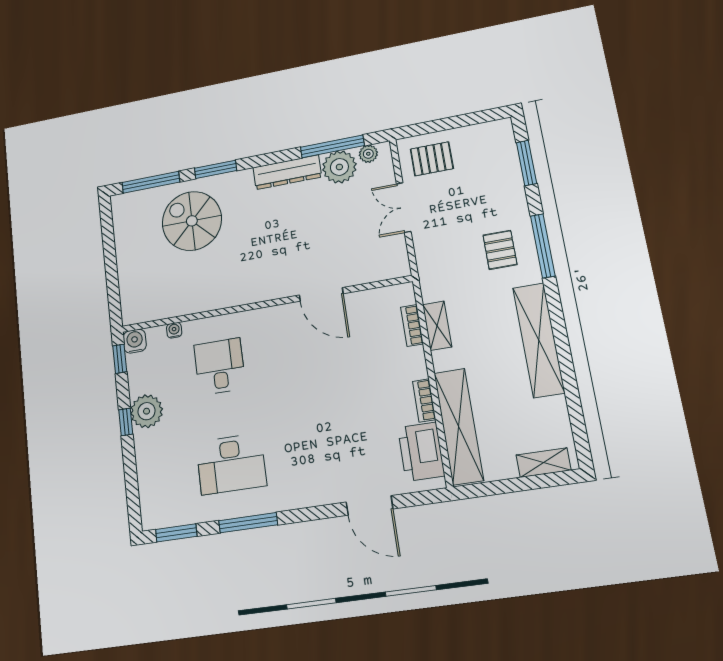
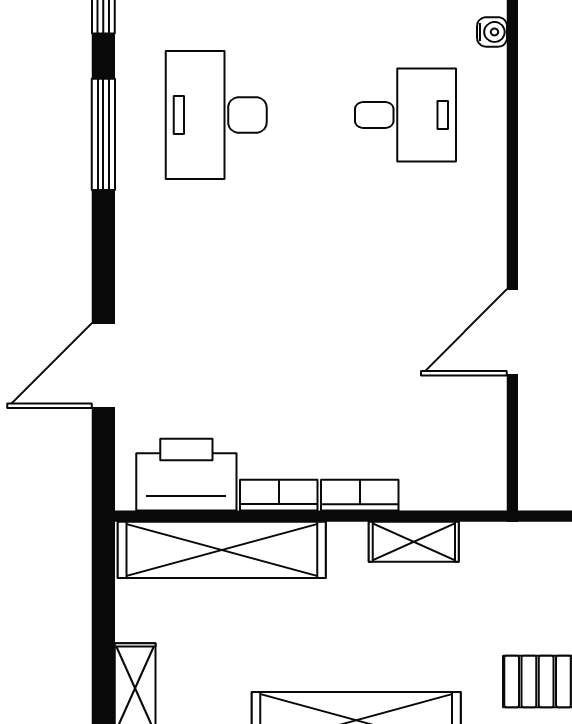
bookcase: (412, 325) -> (360, 495), moved

